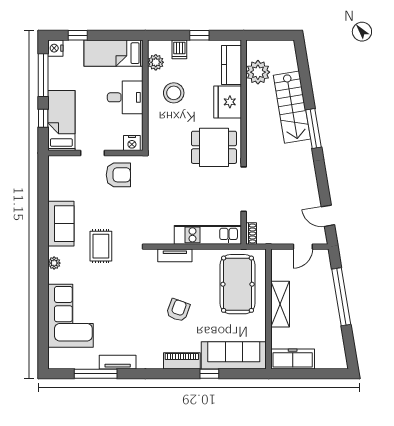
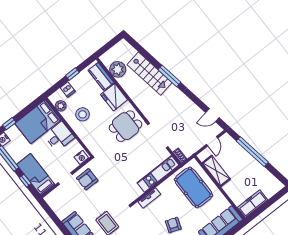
bed: (114, 53) -> (38, 122), width x1.50
armchair: (118, 175) -> (87, 179), turned 180
shelving: (280, 304) -> (216, 171), moved

